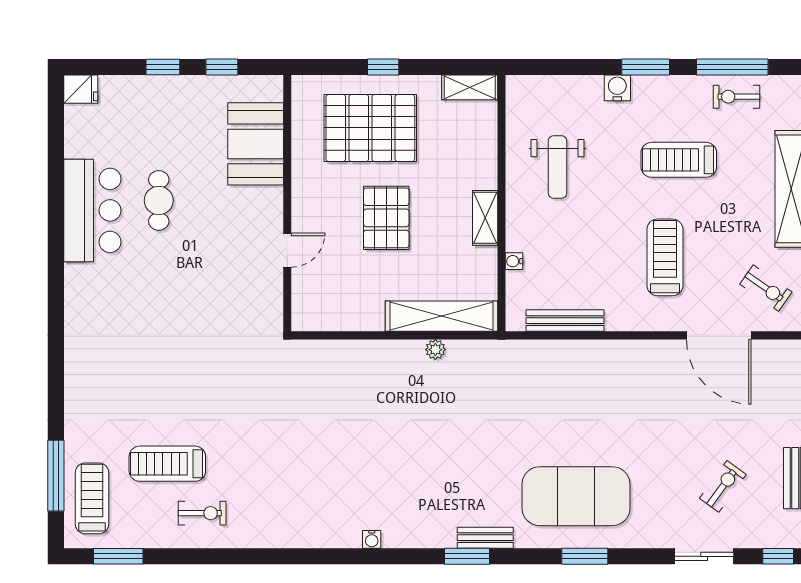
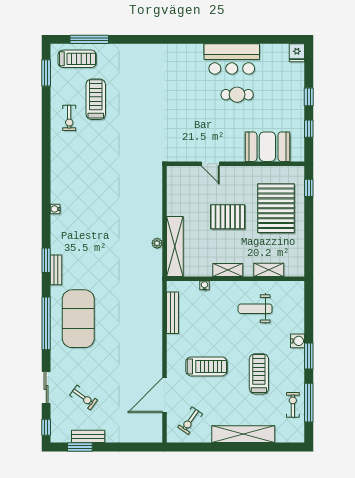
window: (383, 67) -> (309, 188), moved
shelving: (470, 87) -> (269, 270), moved, turned 90
window: (585, 556) -> (46, 323), width x2.11

